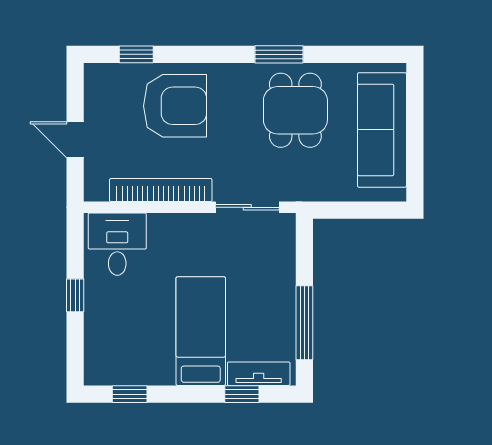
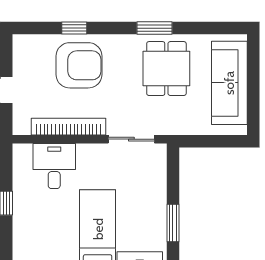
window: (136, 54) -> (74, 28), moved
desk: (117, 244) -> (54, 166), moved
window: (304, 323) -> (173, 223), width x0.69

